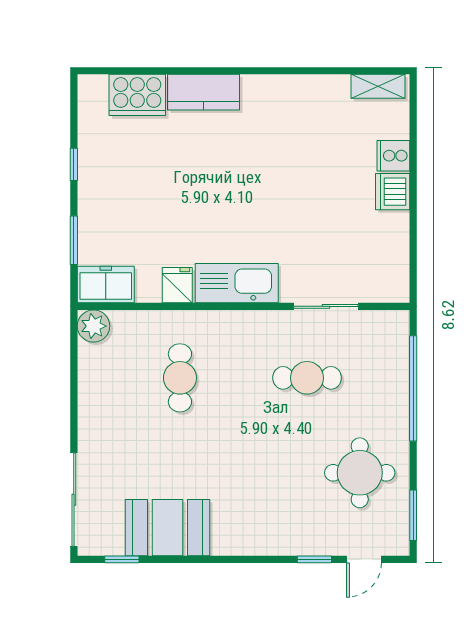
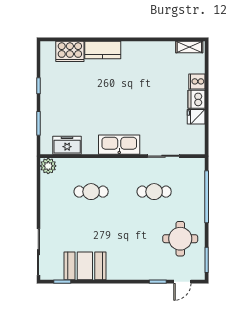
freezer: (106, 284) -> (67, 145), moved
fridge: (177, 285) -> (196, 117), moved, turned -90
cafe table: (180, 378) -> (91, 192), turned 90

